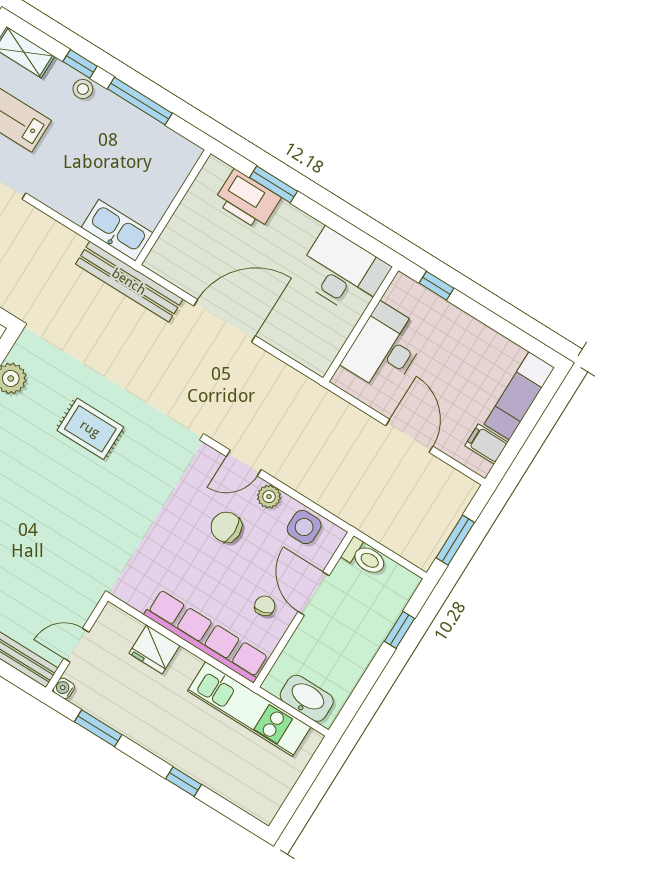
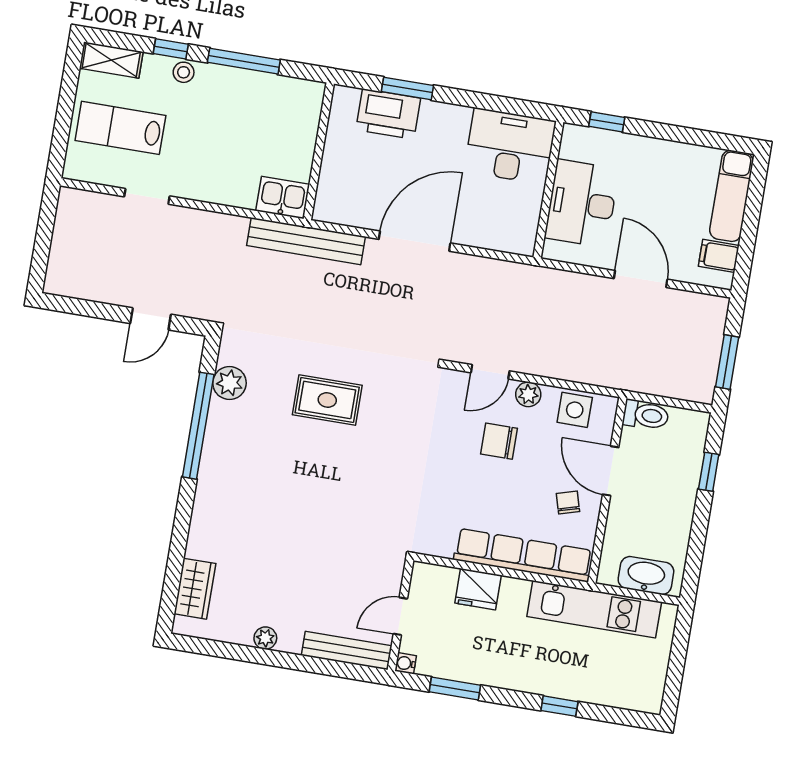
kitchen sink: (117, 230) -> (283, 198), width x0.73

